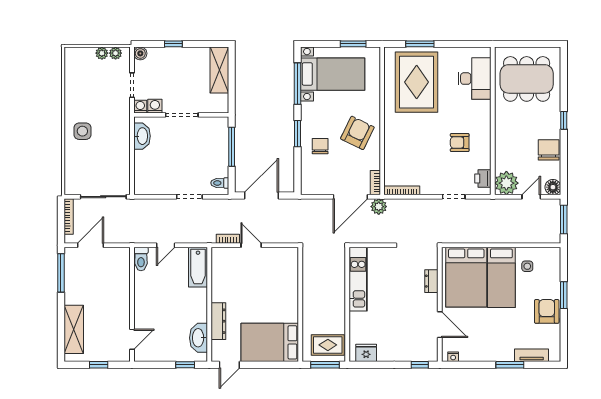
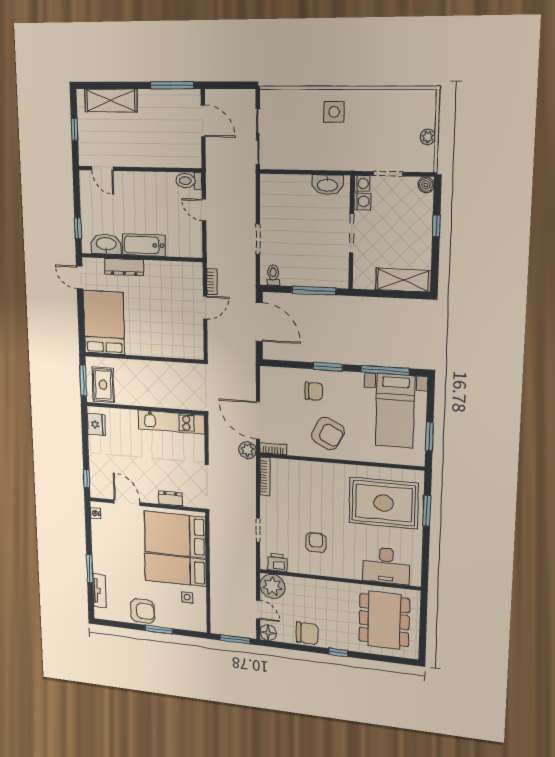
plant: (116, 53) -> (427, 154), removed
bookcase: (69, 217) -> (235, 95), removed
bathtub: (198, 267) -> (144, 245), moved
door: (440, 325) -> (127, 503), swing flipped

